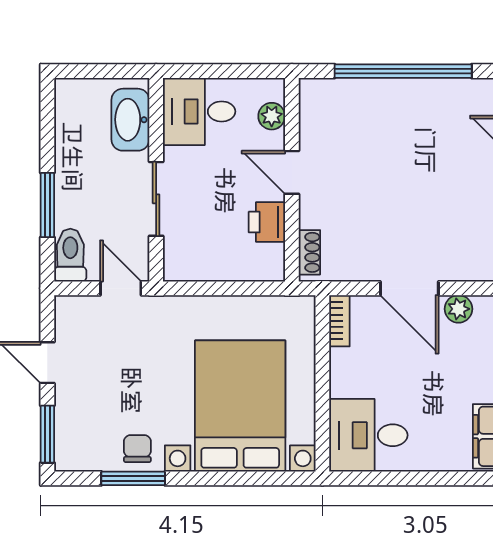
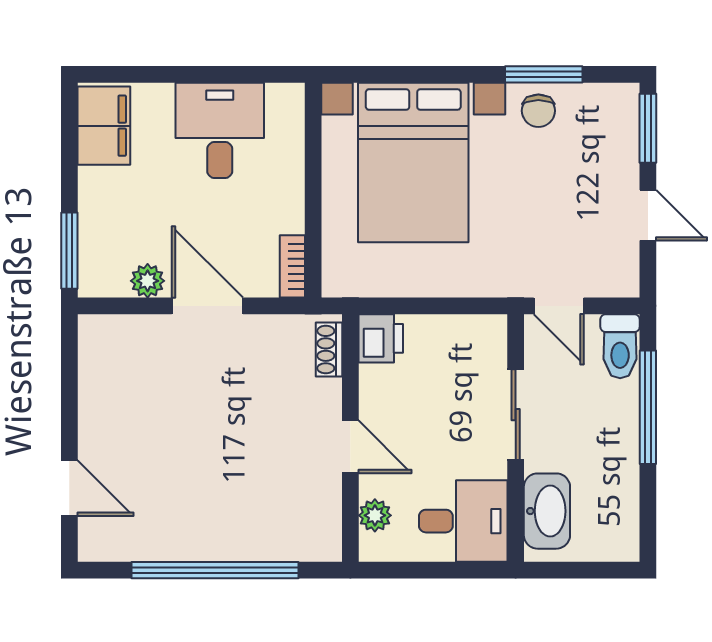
window: (47, 205) -> (648, 407), width x1.44
printer: (267, 222) -> (381, 338), moved
desk: (368, 435) -> (220, 130), moved, turned -90

